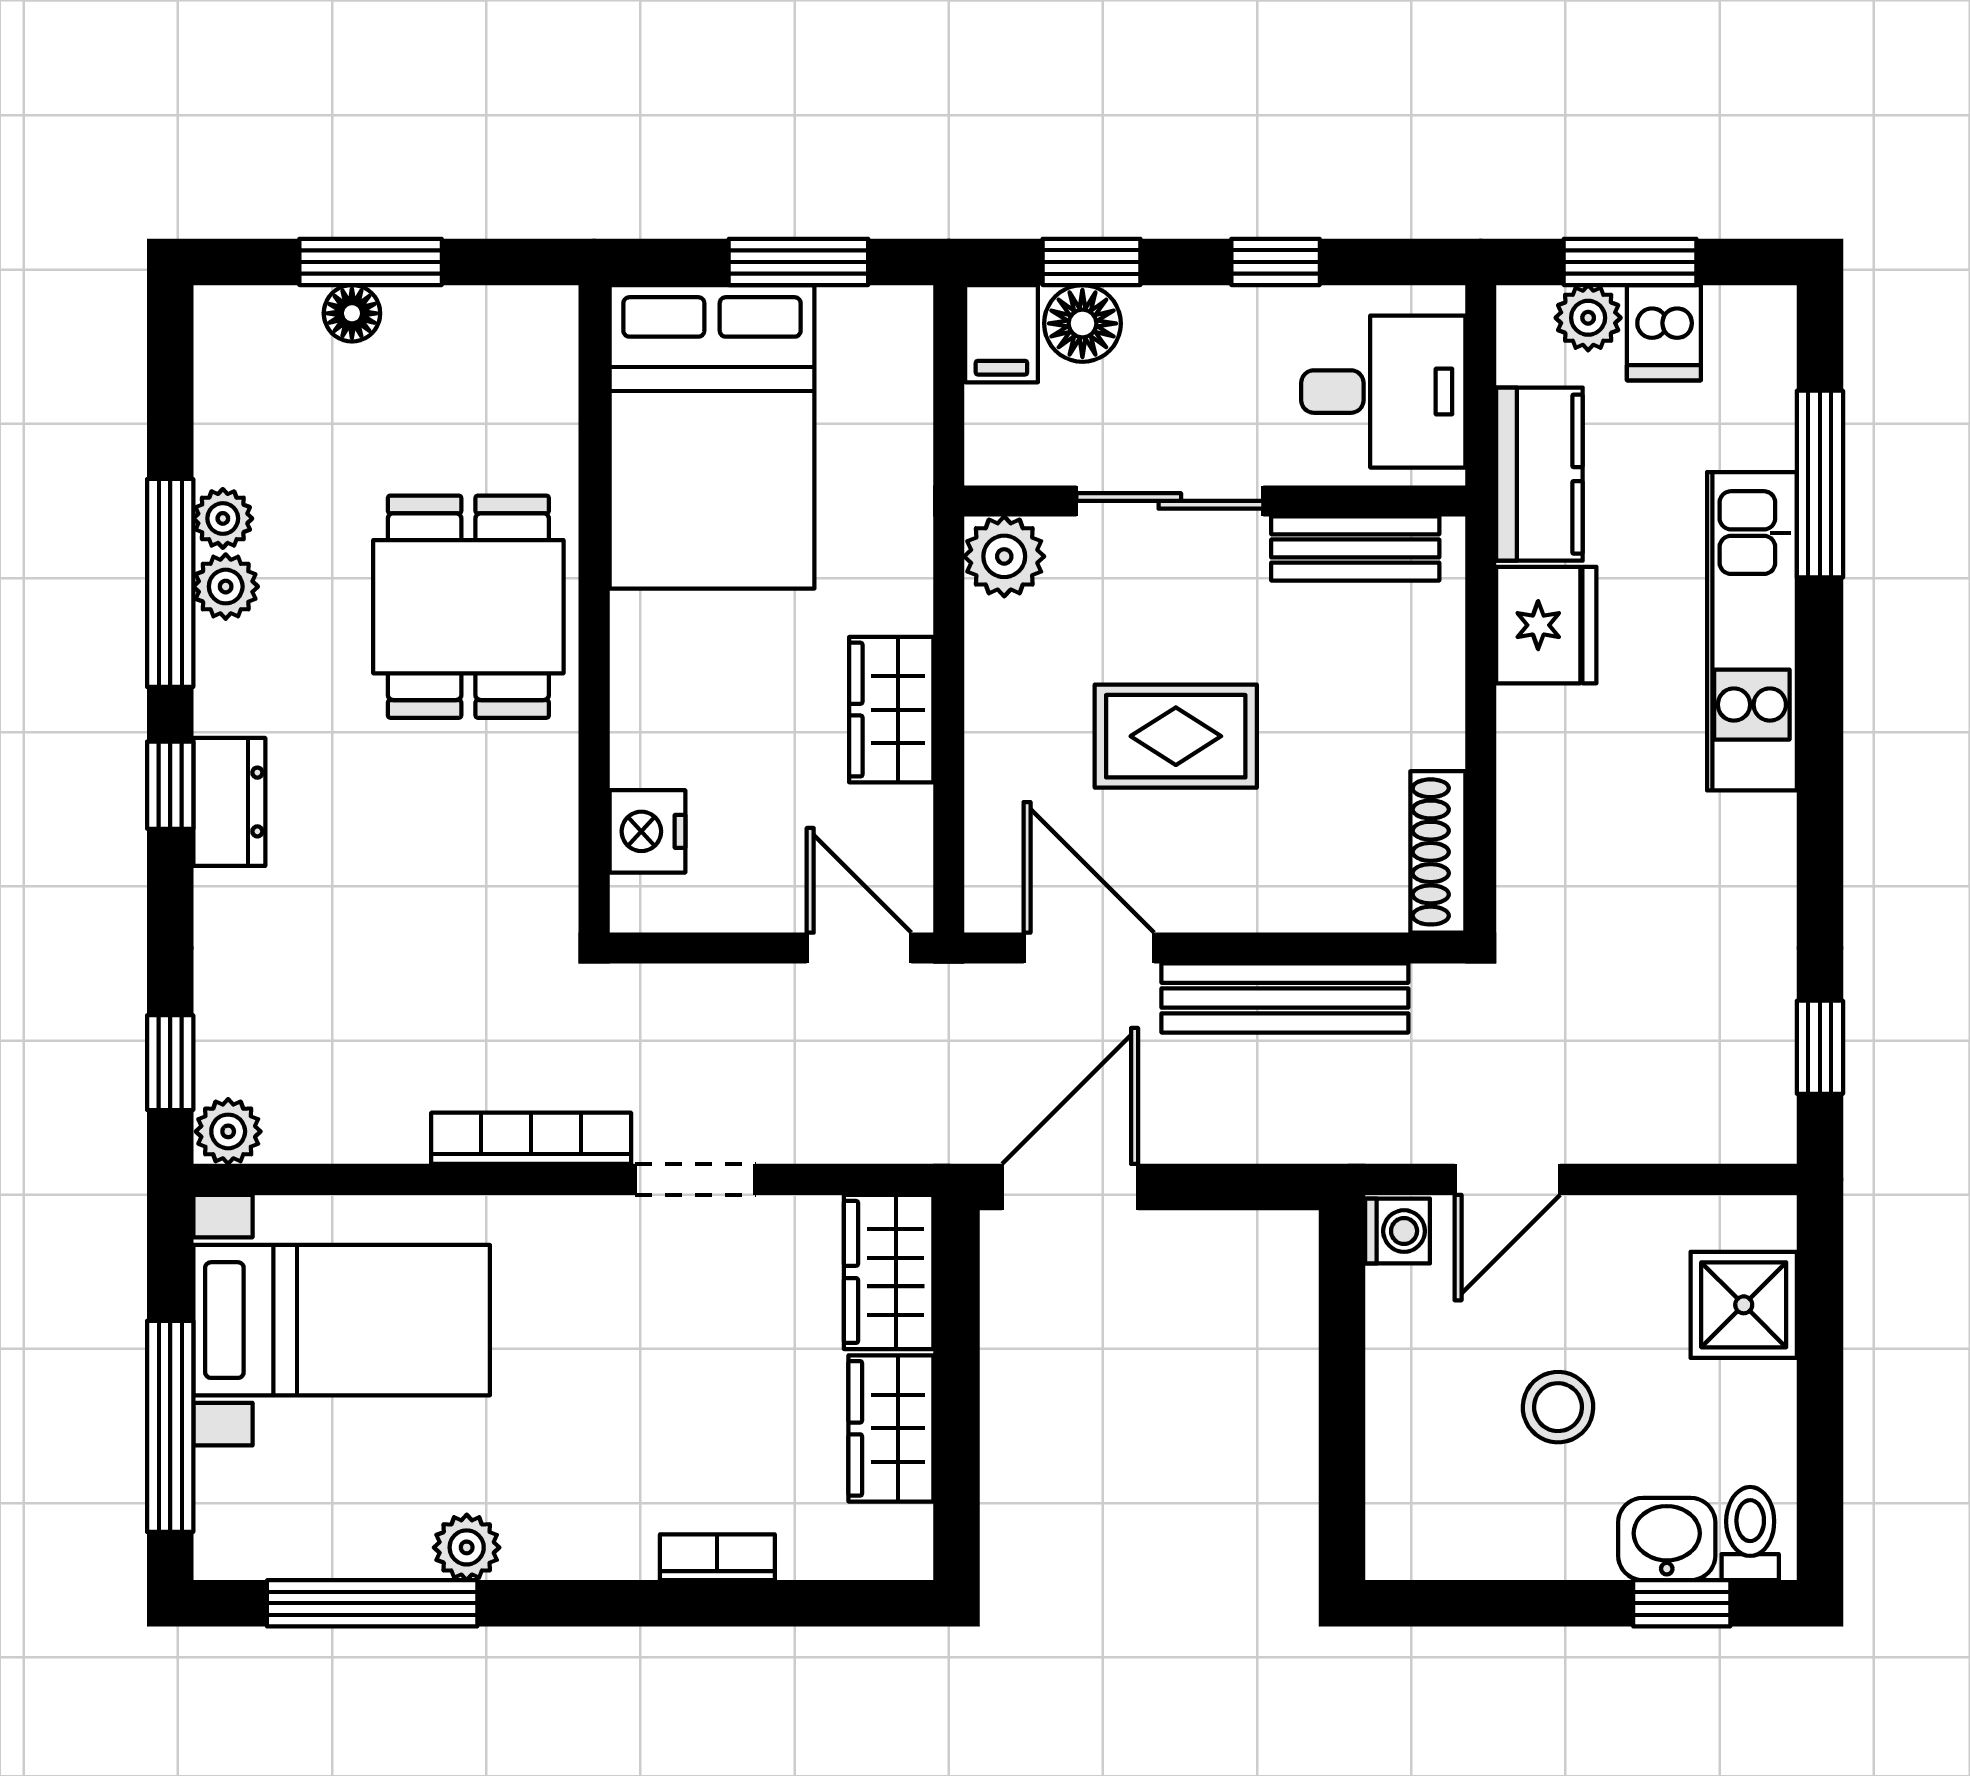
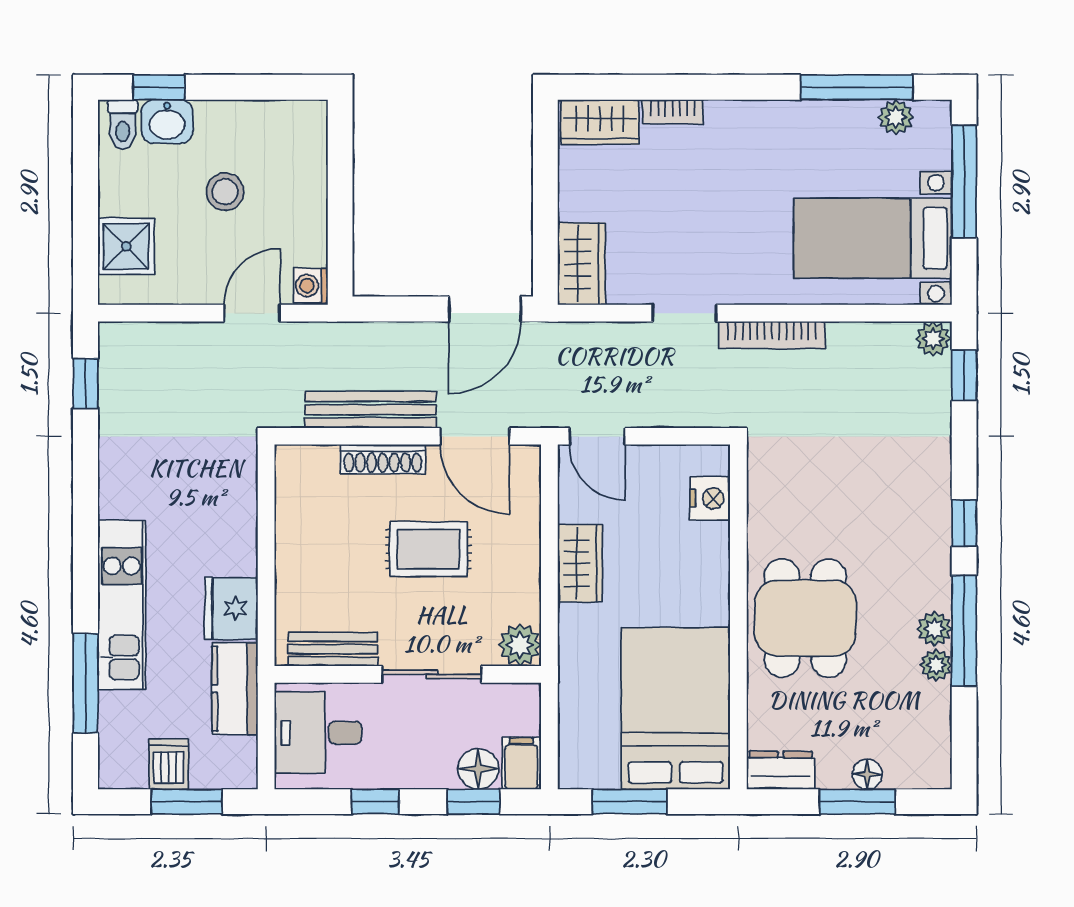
plant: (1588, 318) -> (209, 772), removed
dresser: (229, 802) -> (781, 770), moved, turned 90
shoe rack: (1438, 852) -> (383, 459), moved, turned 90
wardrobe: (891, 1428) -> (600, 122), moved, turned 90
plant: (467, 1547) -> (896, 117), moved

